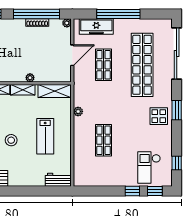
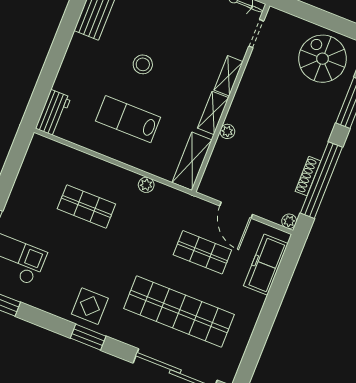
window: (118, 14) -> (271, 306), removed

